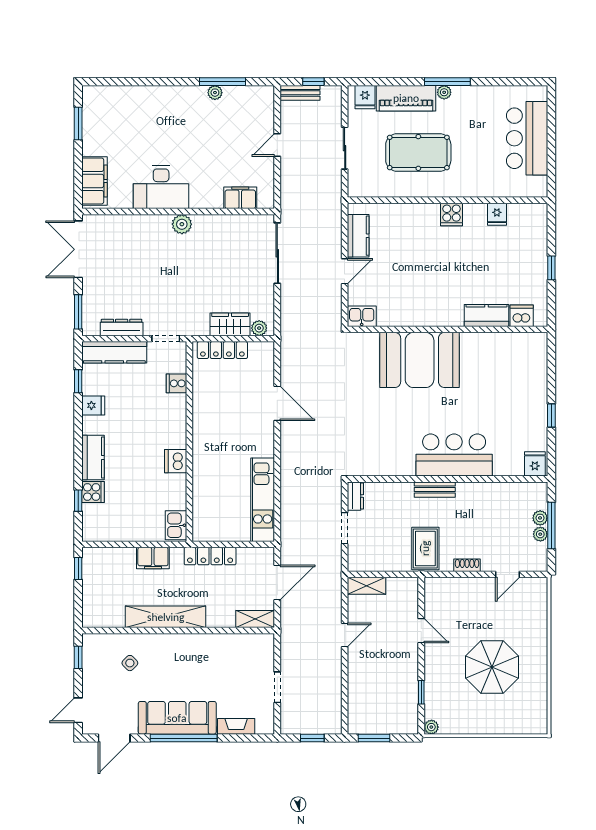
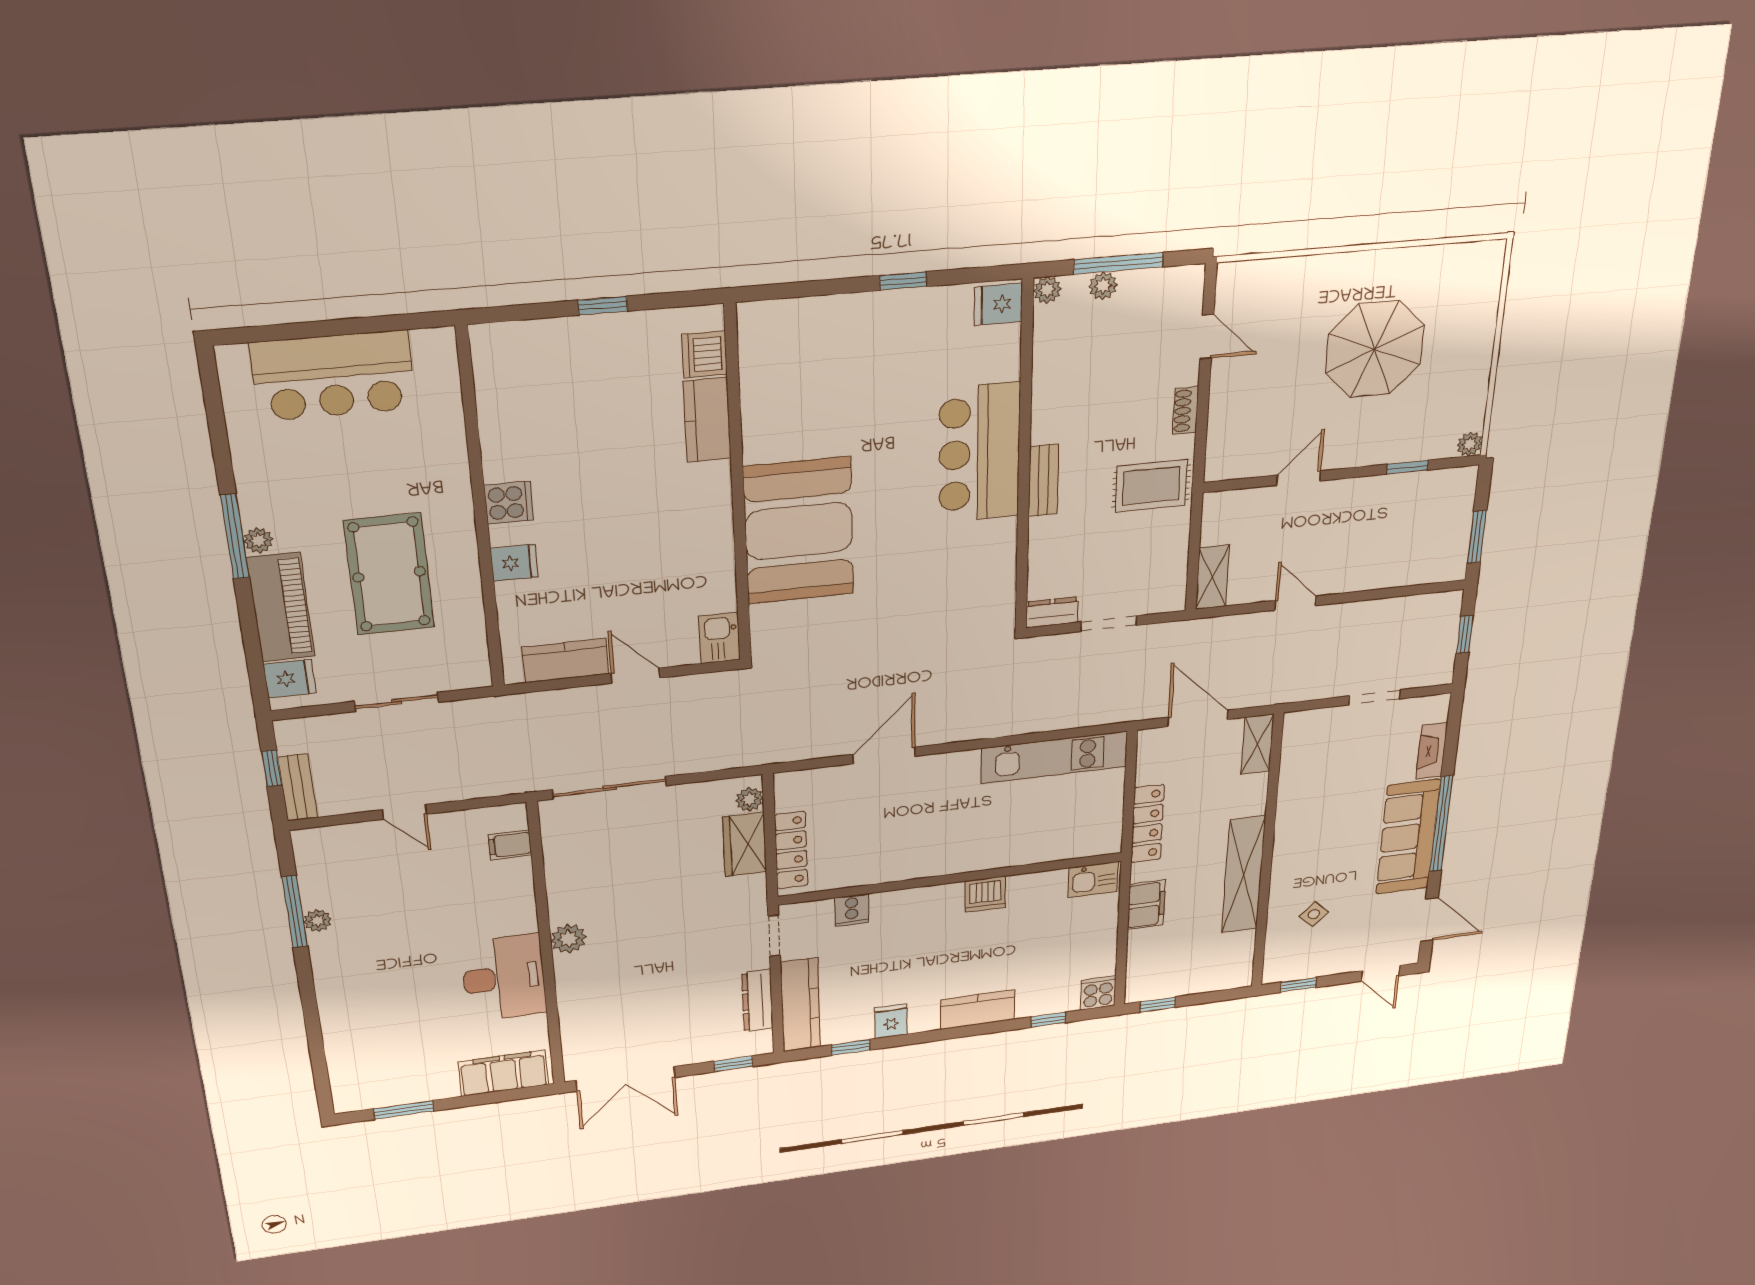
filing cabinet: (240, 198) -> (510, 845), width x0.50
fridge: (497, 214) -> (514, 563), moved
window: (78, 312) -> (733, 1064), width x0.67
cooker: (93, 492) -> (1098, 993), moved
plant: (540, 534) -> (1047, 290), moved

